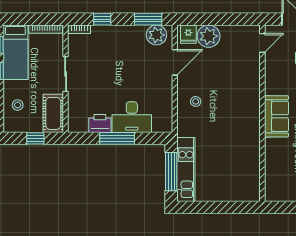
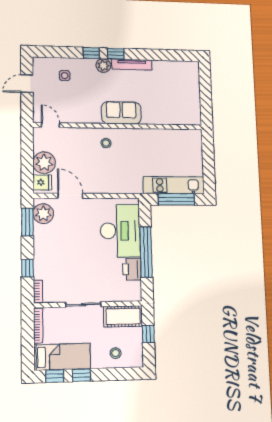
door: (262, 43) -> (50, 125), moved
stool: (196, 101) -> (106, 143), moved
wall: (262, 113) -> (119, 126), moved
sofa: (276, 116) -> (121, 113), moved
desk: (132, 117) -> (120, 231), width x1.36, depth x1.30
window: (117, 138) -> (146, 252), width x1.46

